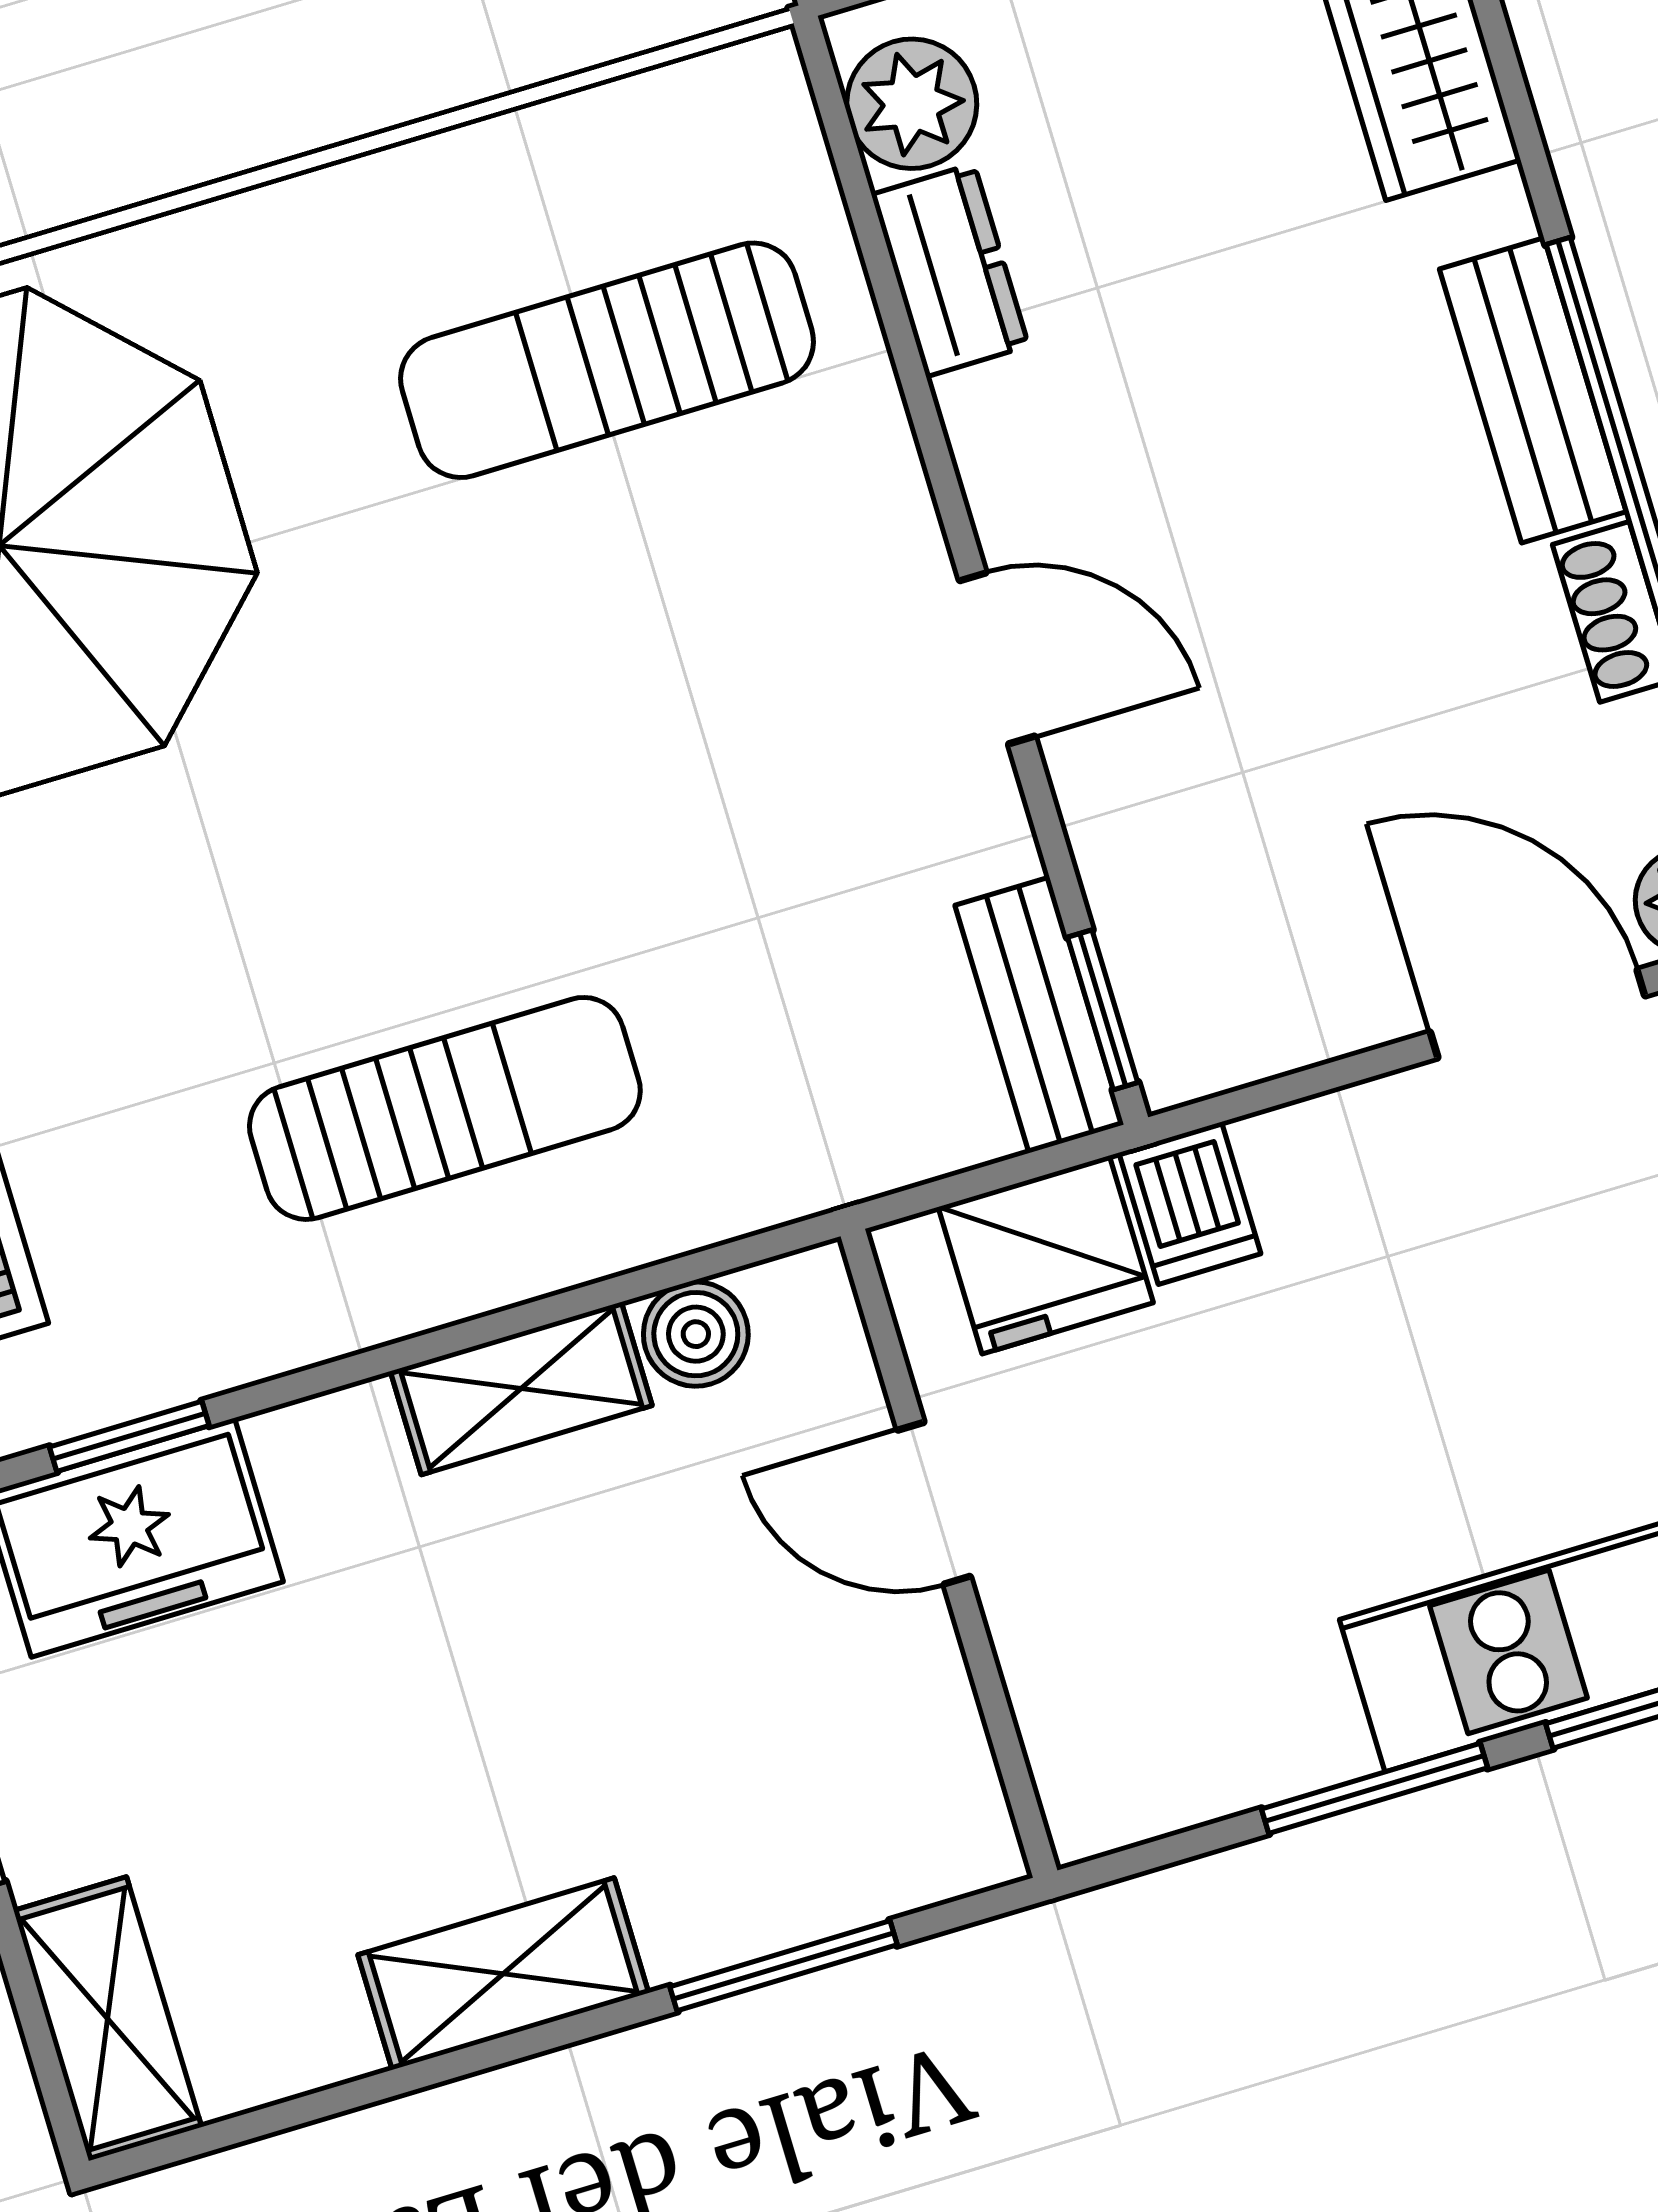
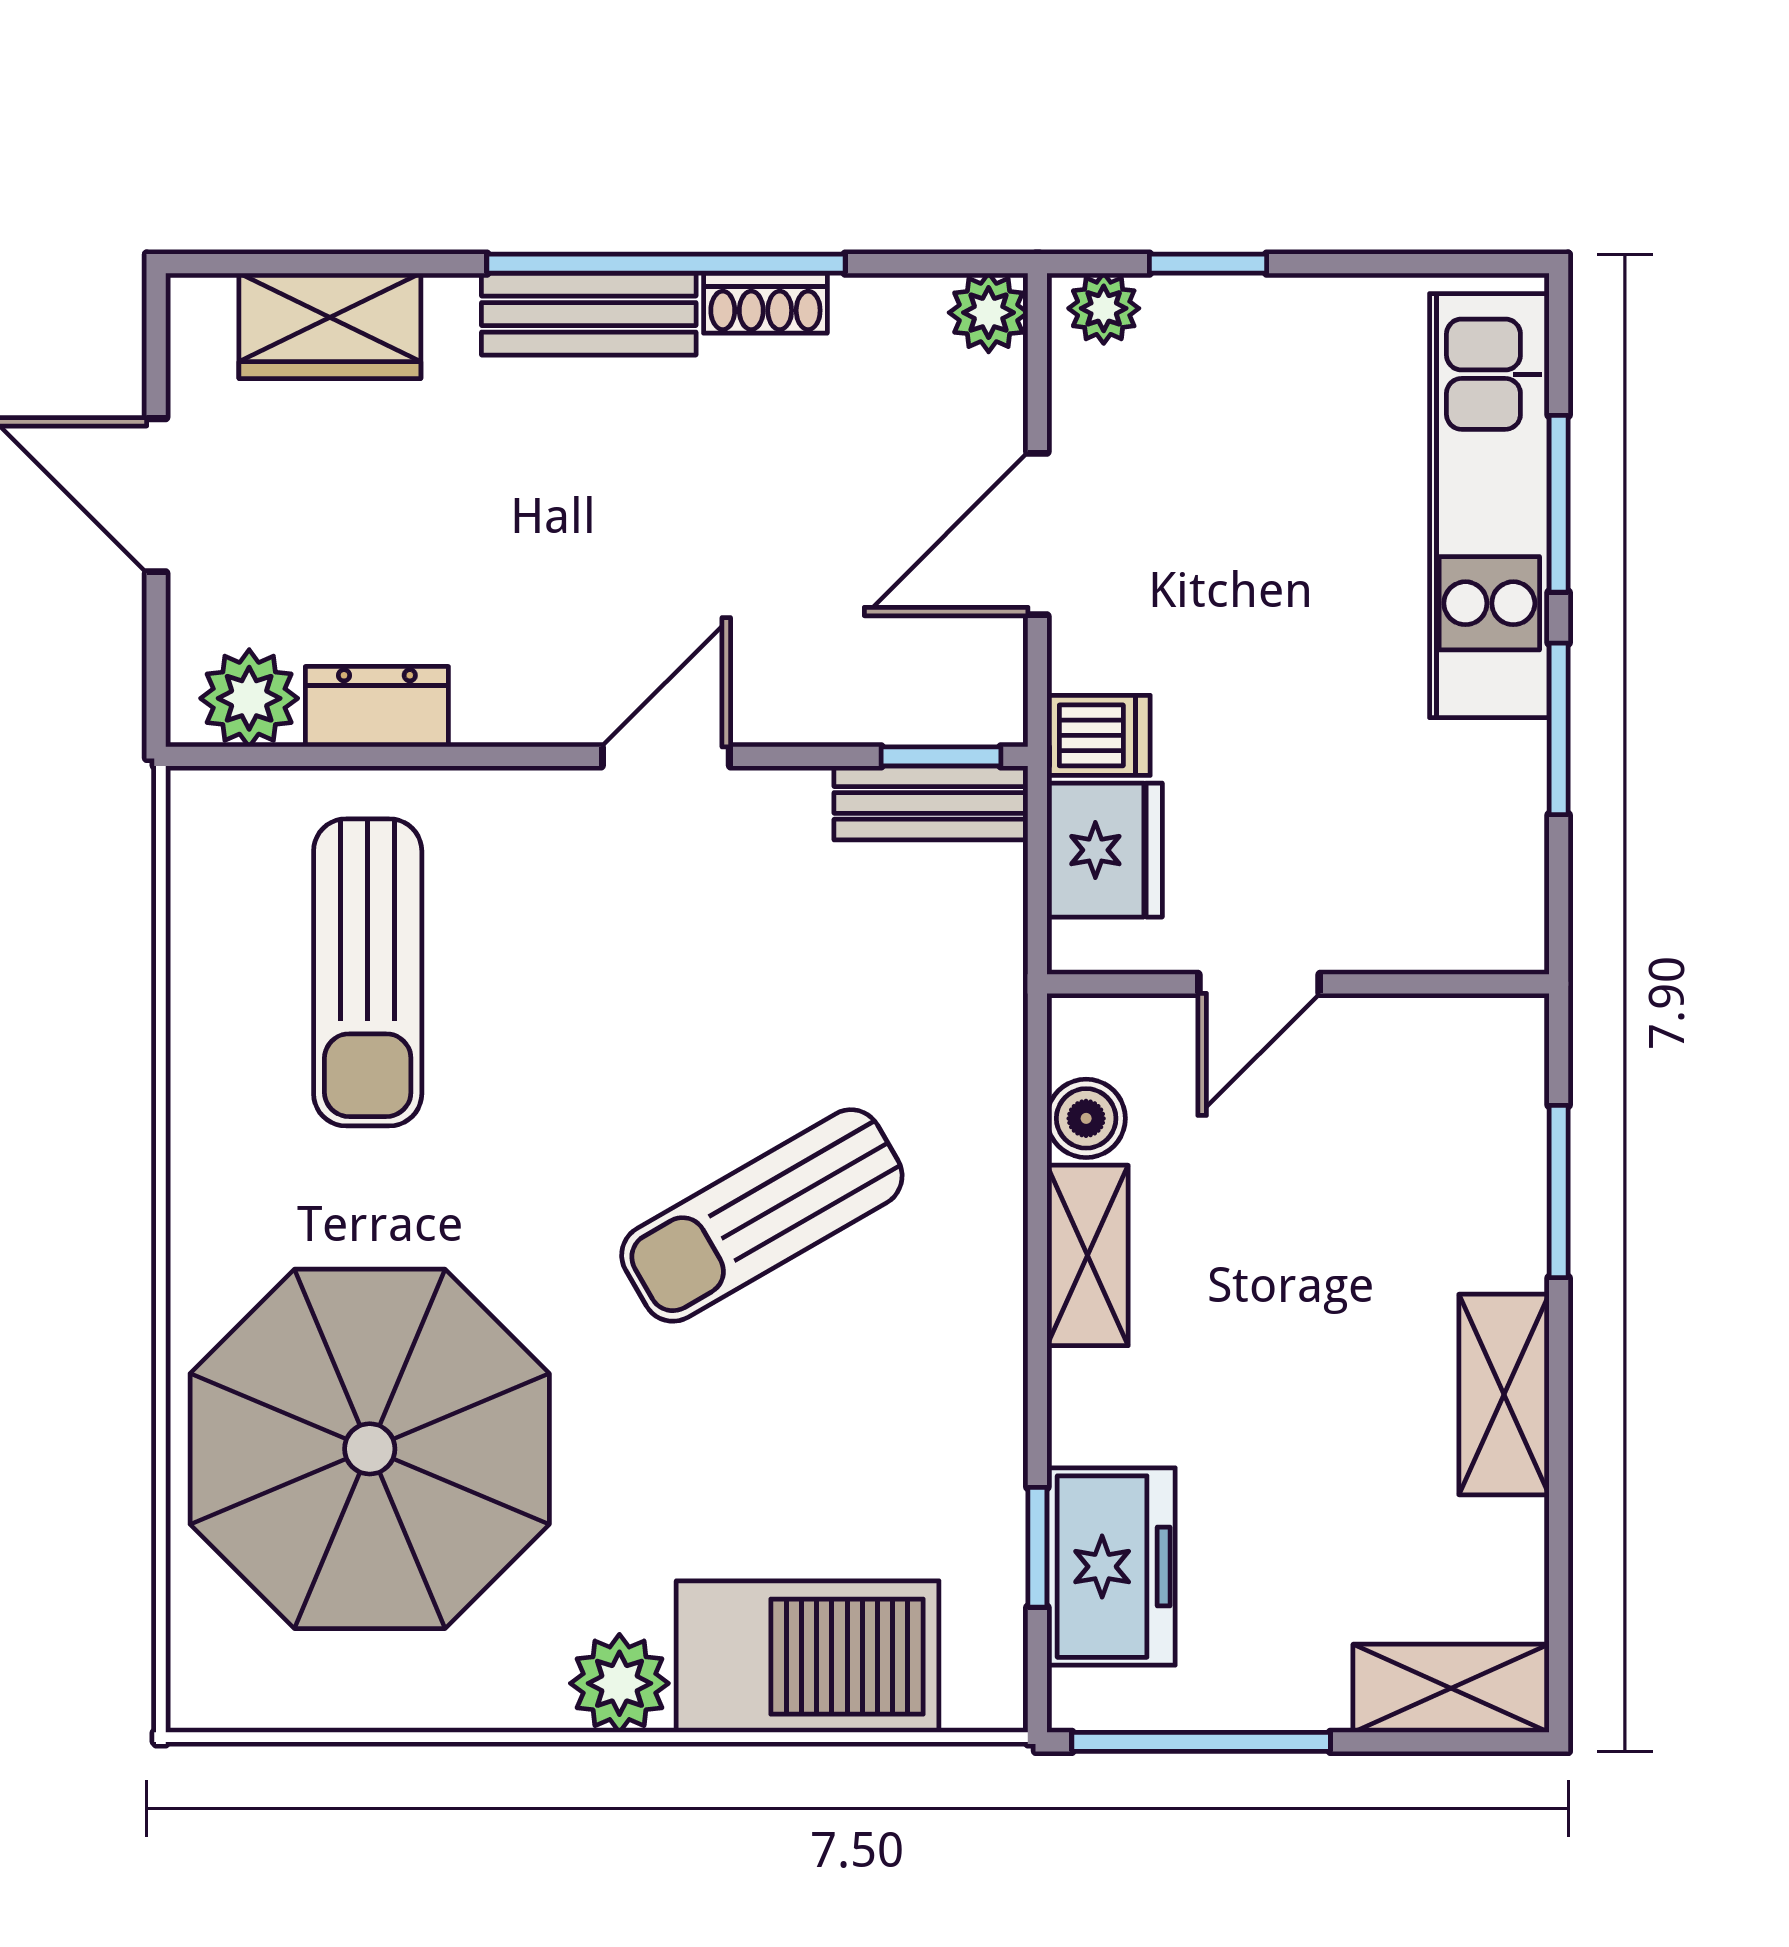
door: (1538, 1014) -> (1037, 534), moved
sun lounger: (445, 1108) -> (762, 1215), moved, turned -120

